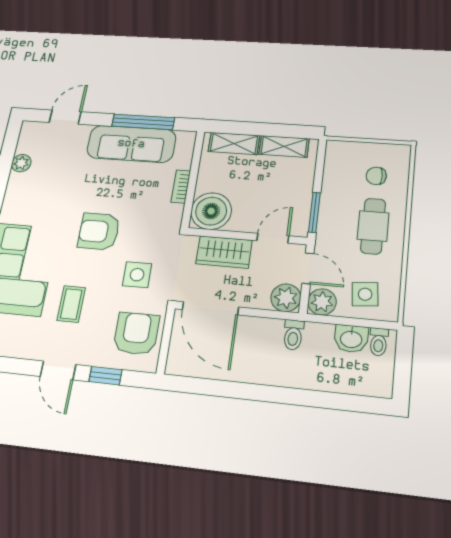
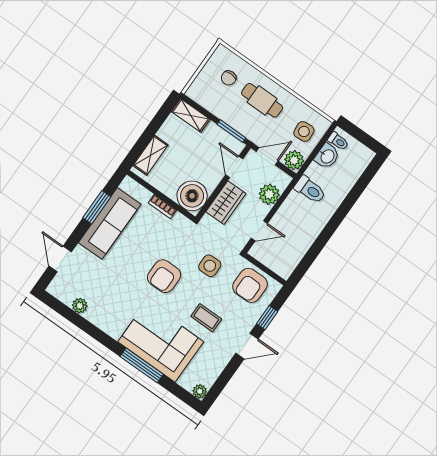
window: (143, 122) -> (97, 207), width x0.69
shelving: (284, 146) -> (191, 115), moved, turned 90
plant: (286, 298) -> (269, 194), moved
door: (210, 308) -> (259, 231), width x0.53
armchair: (136, 334) -> (250, 285), turned -90
toilet: (293, 335) -> (310, 190), width x1.37, depth x1.39

